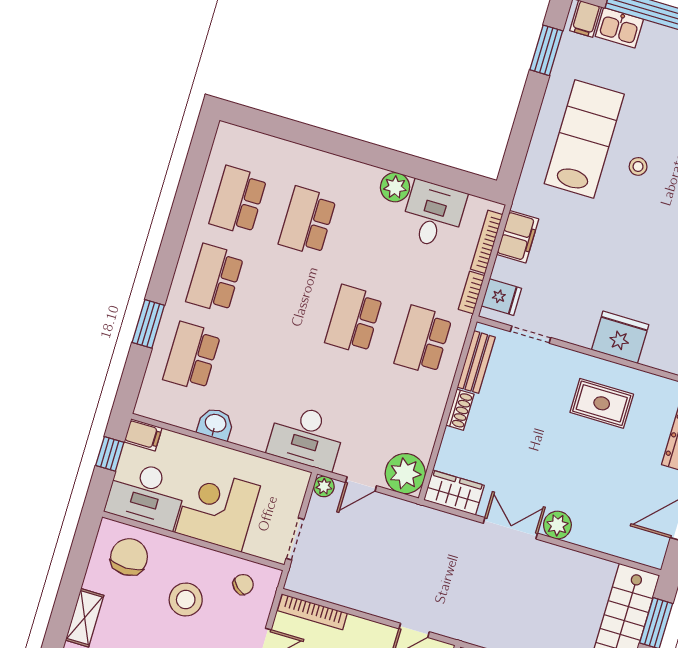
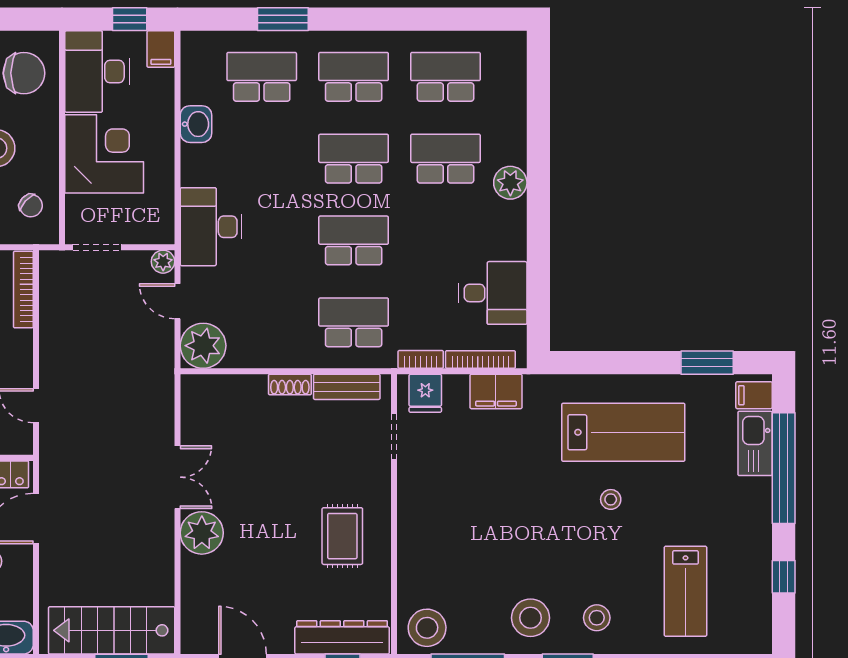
kitchen sink: (619, 28) -> (755, 443), width x1.38
plant: (395, 187) -> (510, 183), moved
school desk: (284, 299) -> (354, 159), added
fridge: (620, 337) -> (420, 535), removed
wardrobe: (454, 493) -> (198, 405), removed
plant: (557, 525) -> (202, 533), width x1.36, depth x1.36

